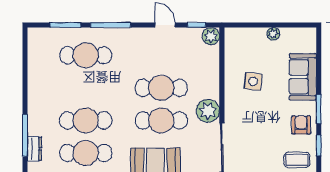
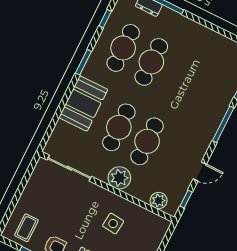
plant: (211, 36) -> (159, 200), moved
cafe table: (86, 55) -> (208, 90), removed
plant: (208, 111) -> (119, 178), moved

